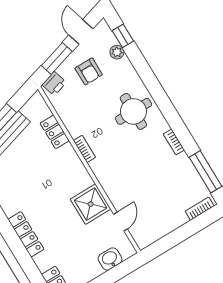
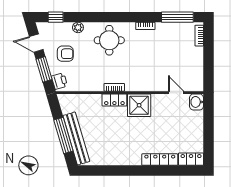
plant: (117, 52) -> (78, 27), moved
locker: (55, 132) -> (114, 100), moved
shower: (91, 204) -> (139, 105), moved
locker: (26, 234) -> (160, 160), moved
washbasin: (110, 259) -> (197, 102), moved

